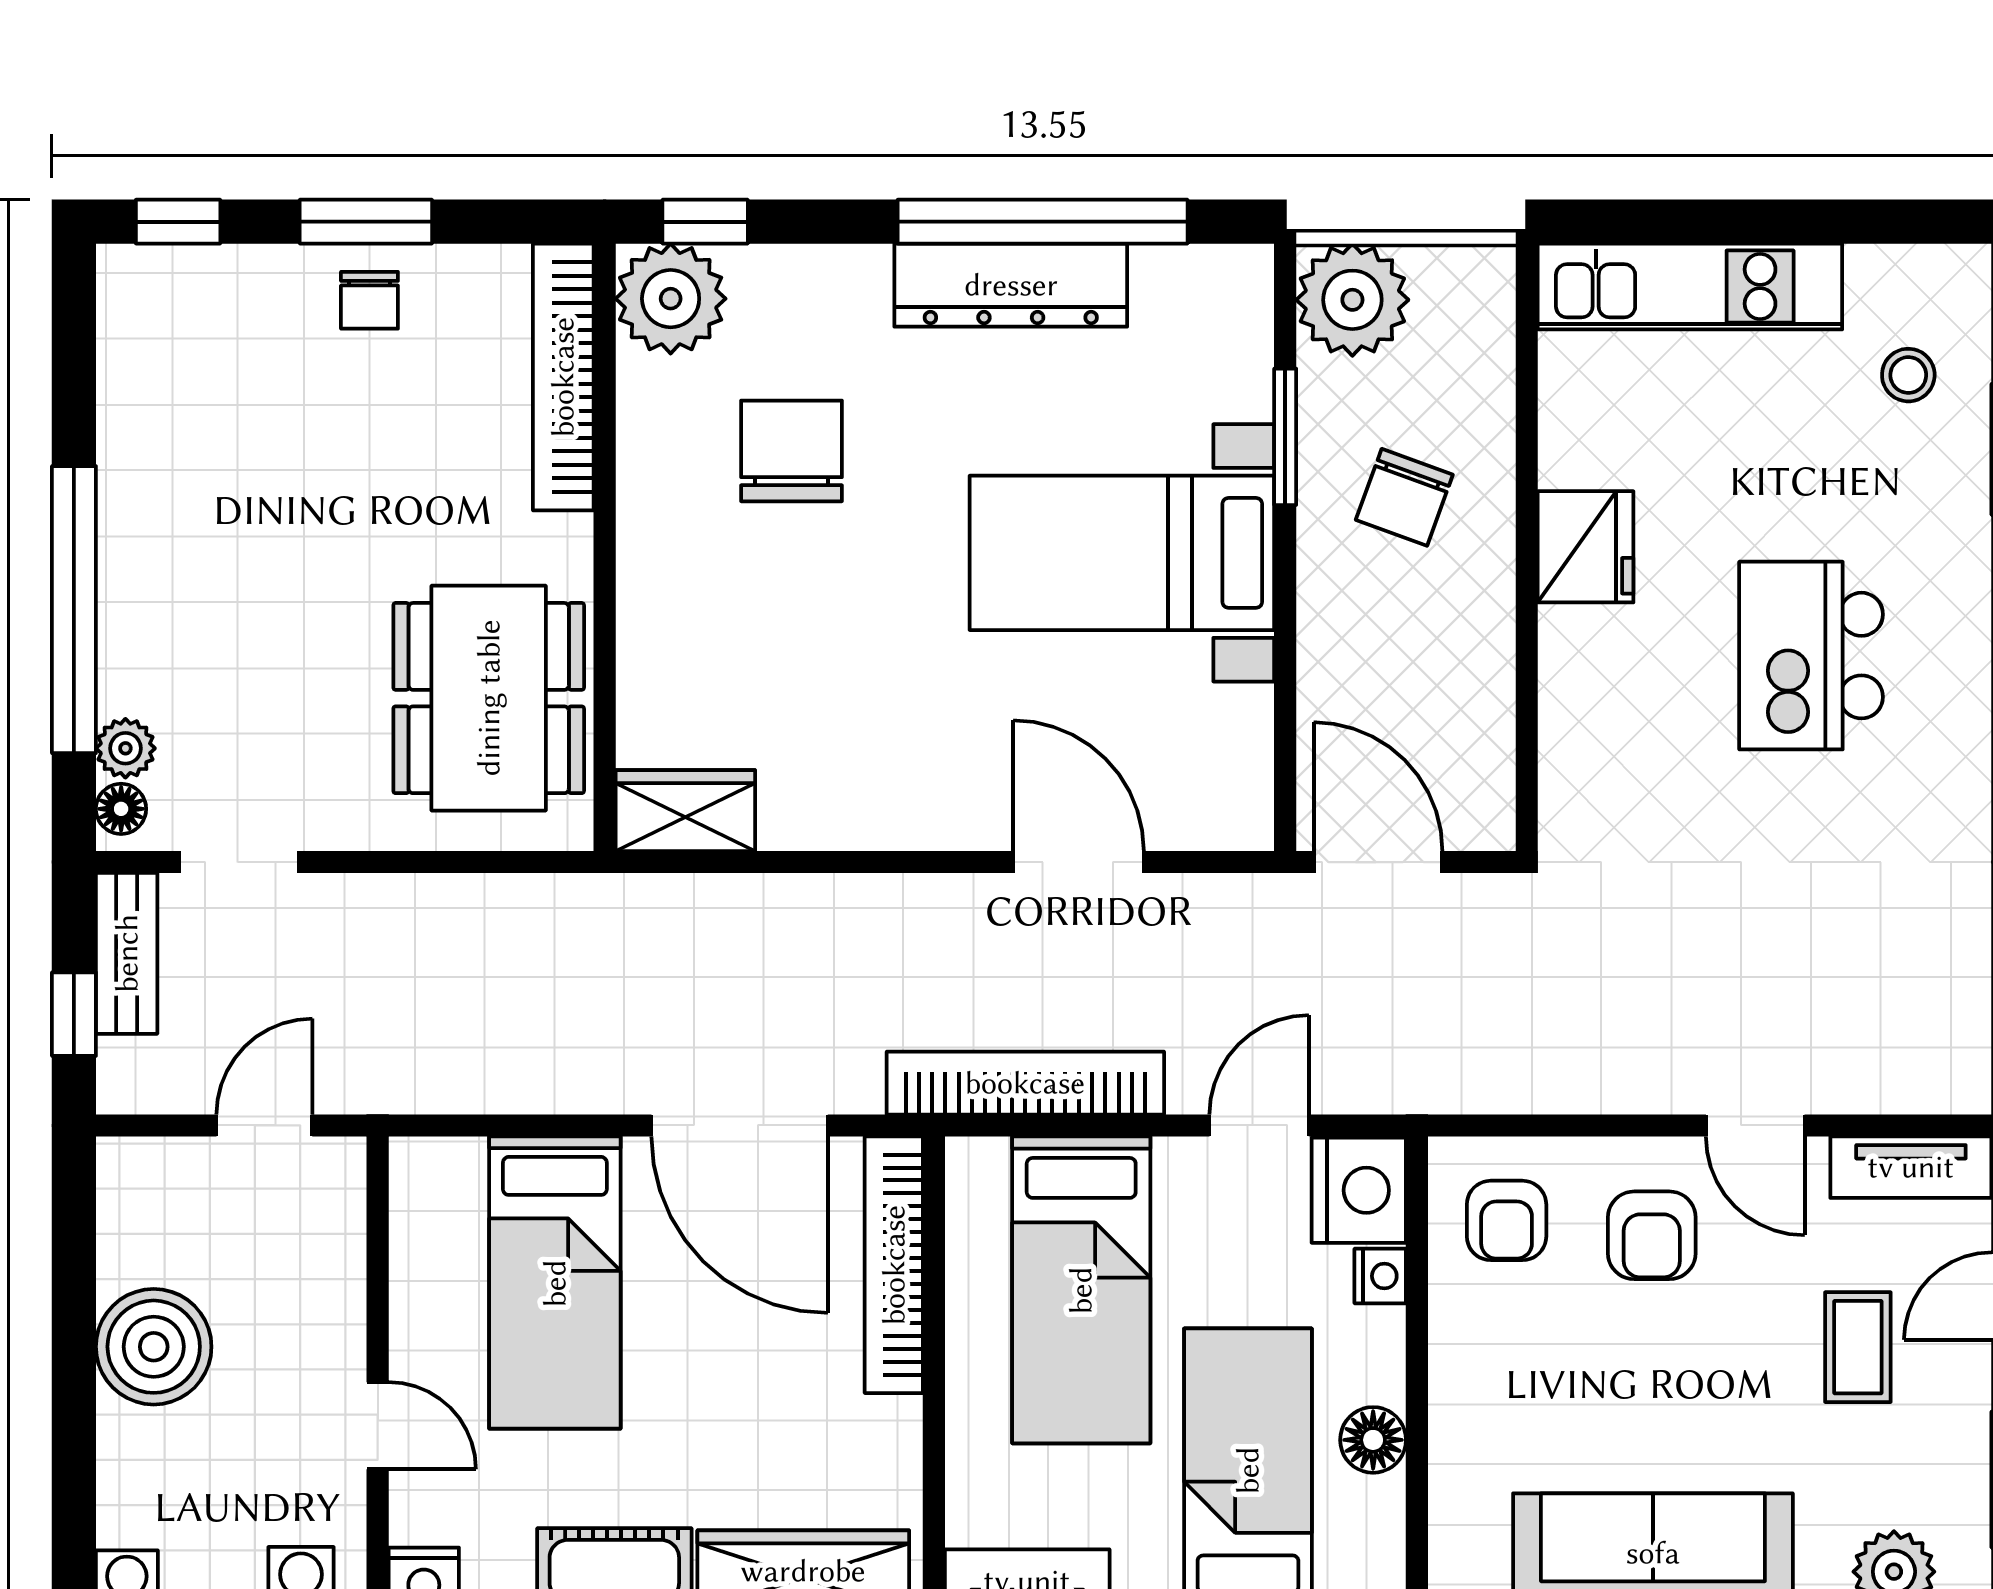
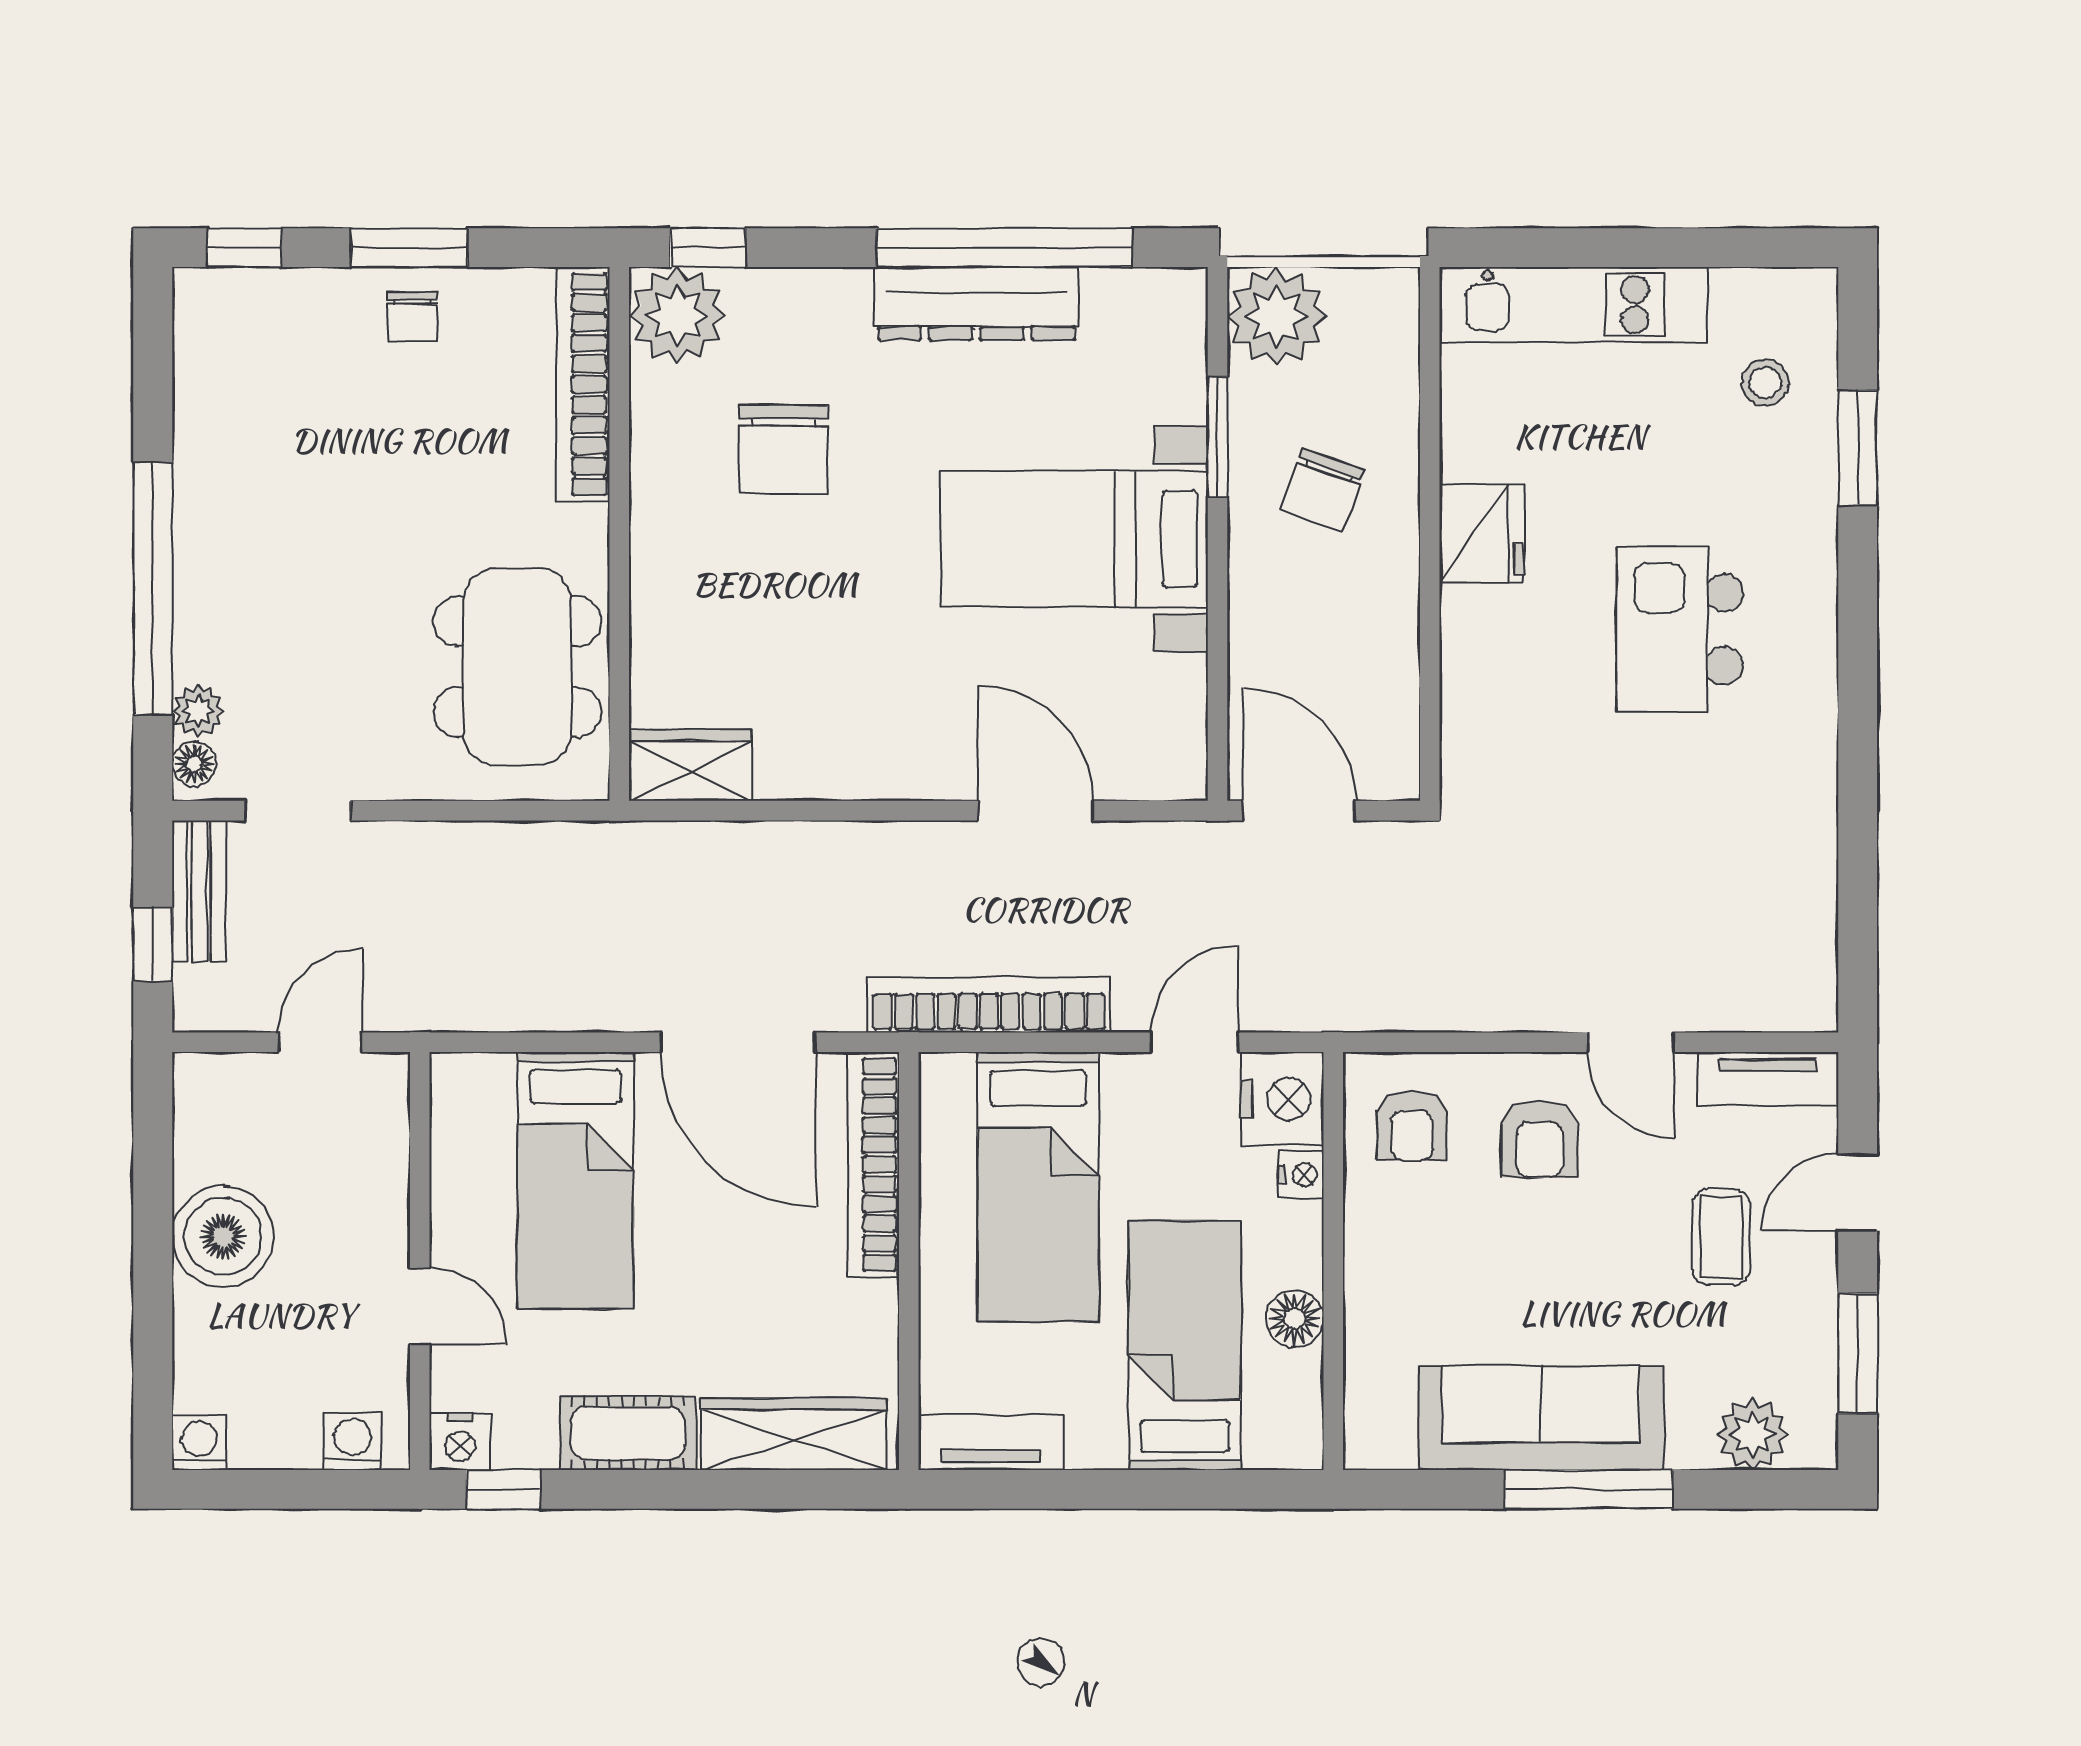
chair: (792, 451) -> (784, 449), turned 180

